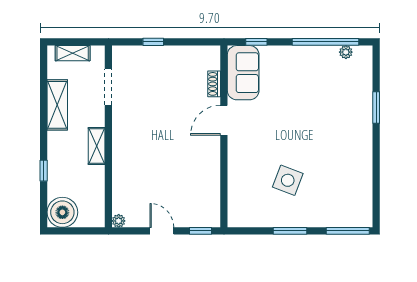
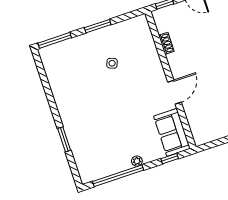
plant: (346, 52) -> (137, 161), moved
shoe rack: (214, 84) -> (166, 43), moved
side table: (288, 180) -> (112, 63), width x0.54, depth x0.54

